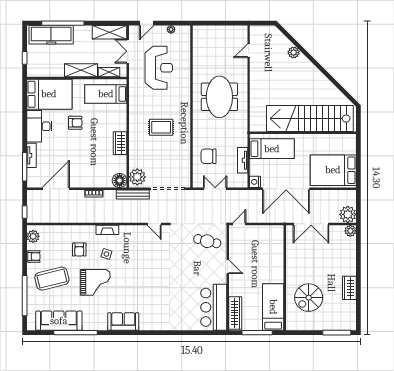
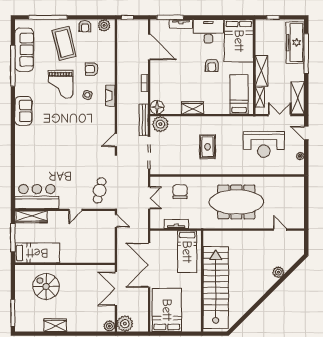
meeting table: (219, 97) -> (236, 202), width x1.36
nightstand: (255, 182) -> (156, 236), removed

